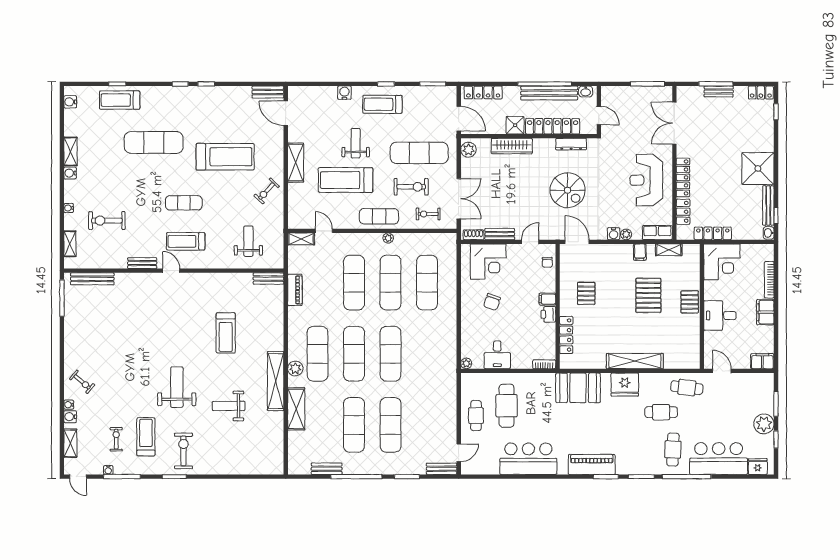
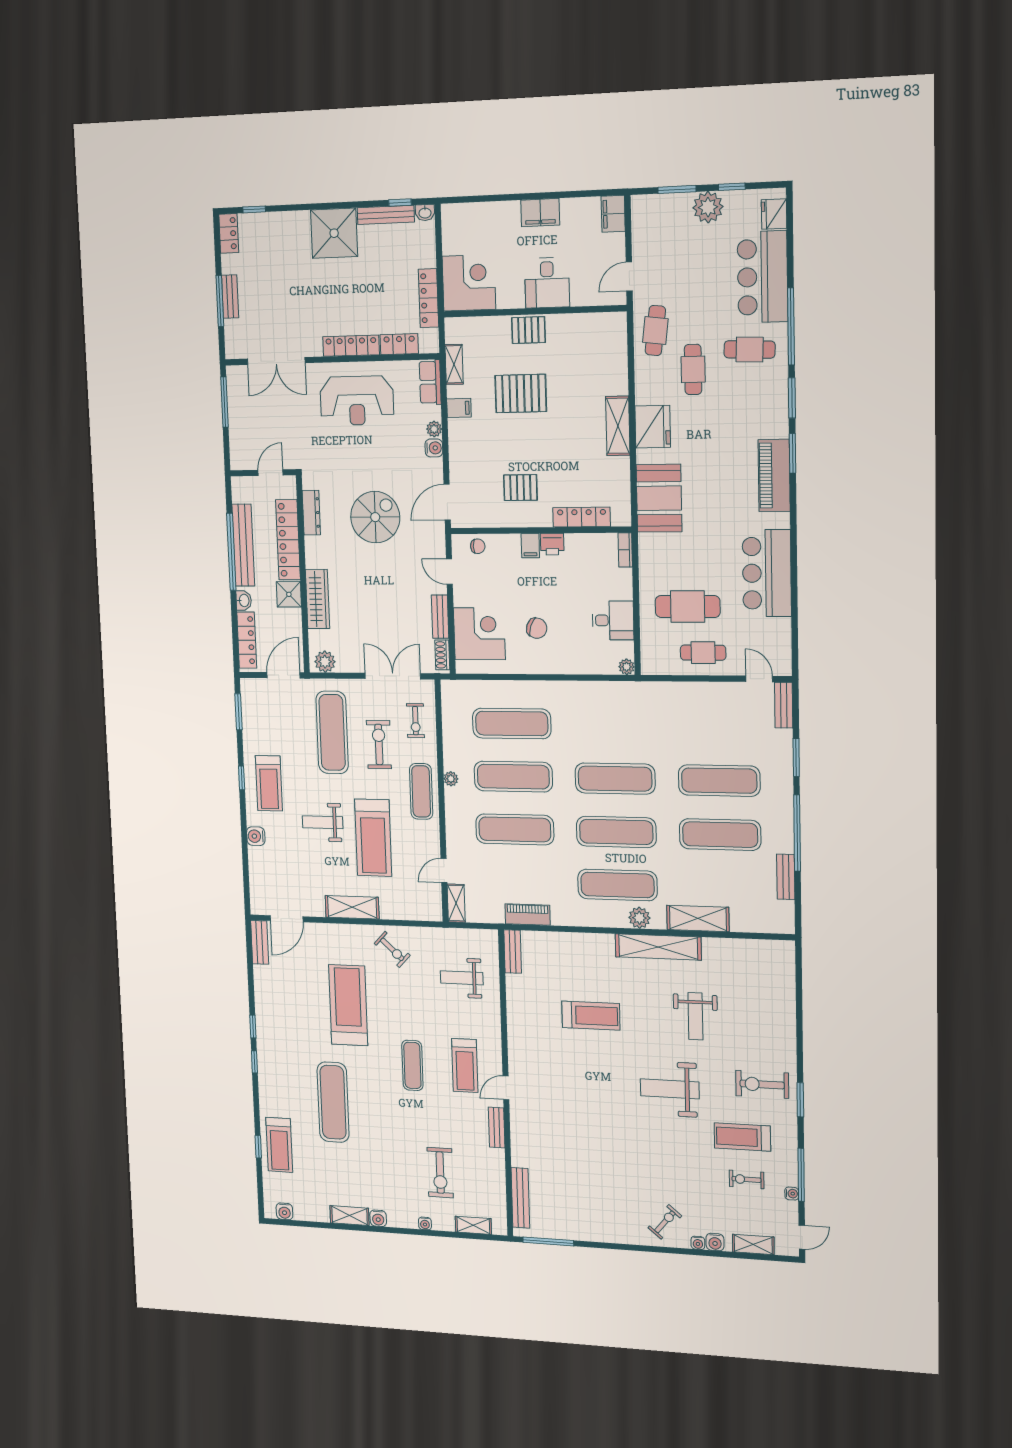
washbasin: (586, 92) -> (244, 600), moved
bookcase: (769, 280) -> (493, 209), removed
shelving: (635, 361) -> (618, 426), width x0.68

